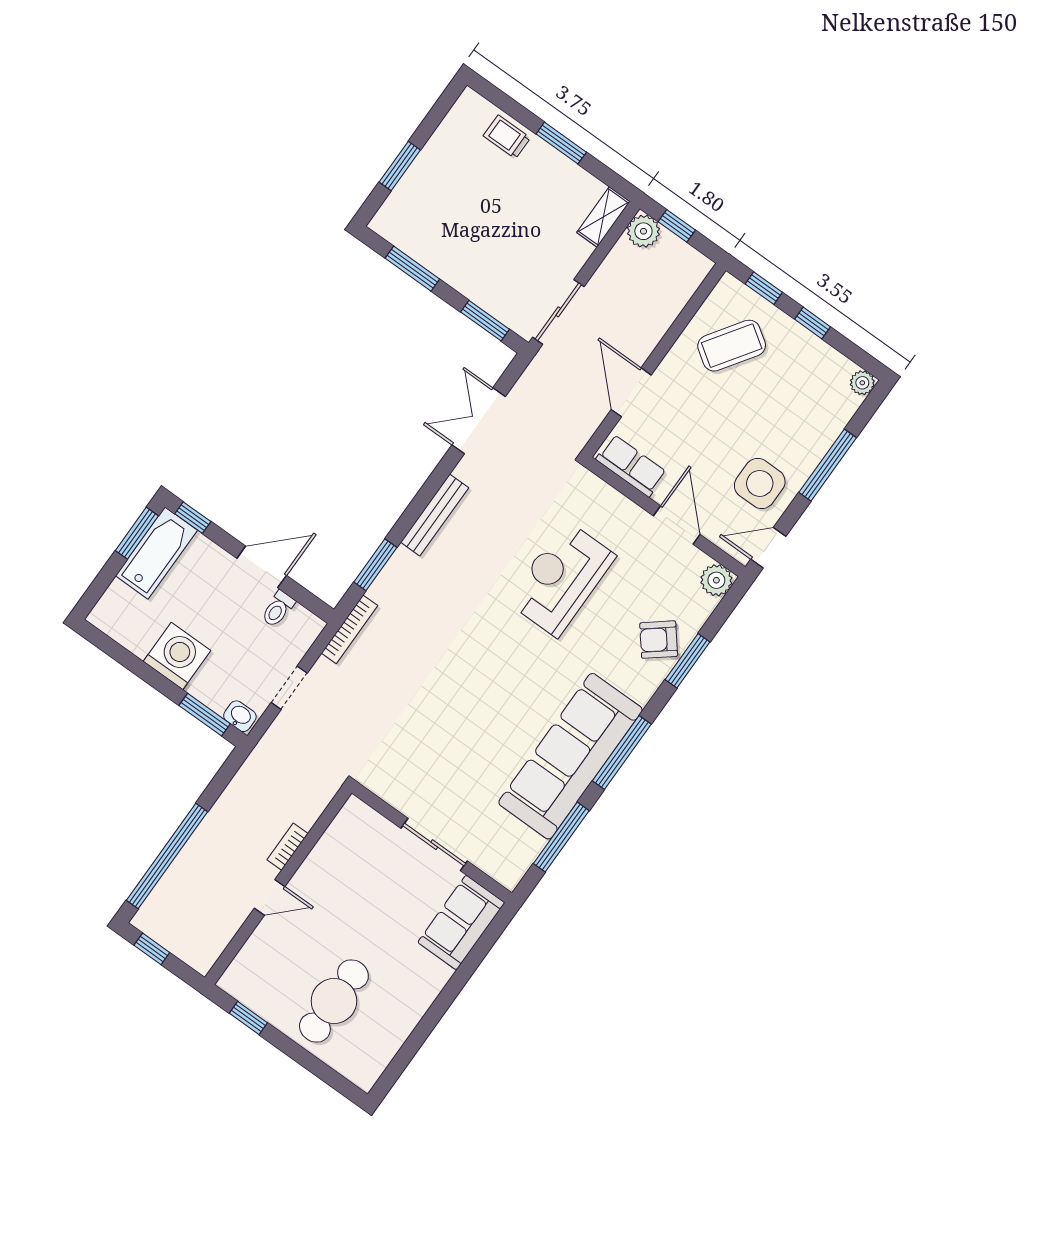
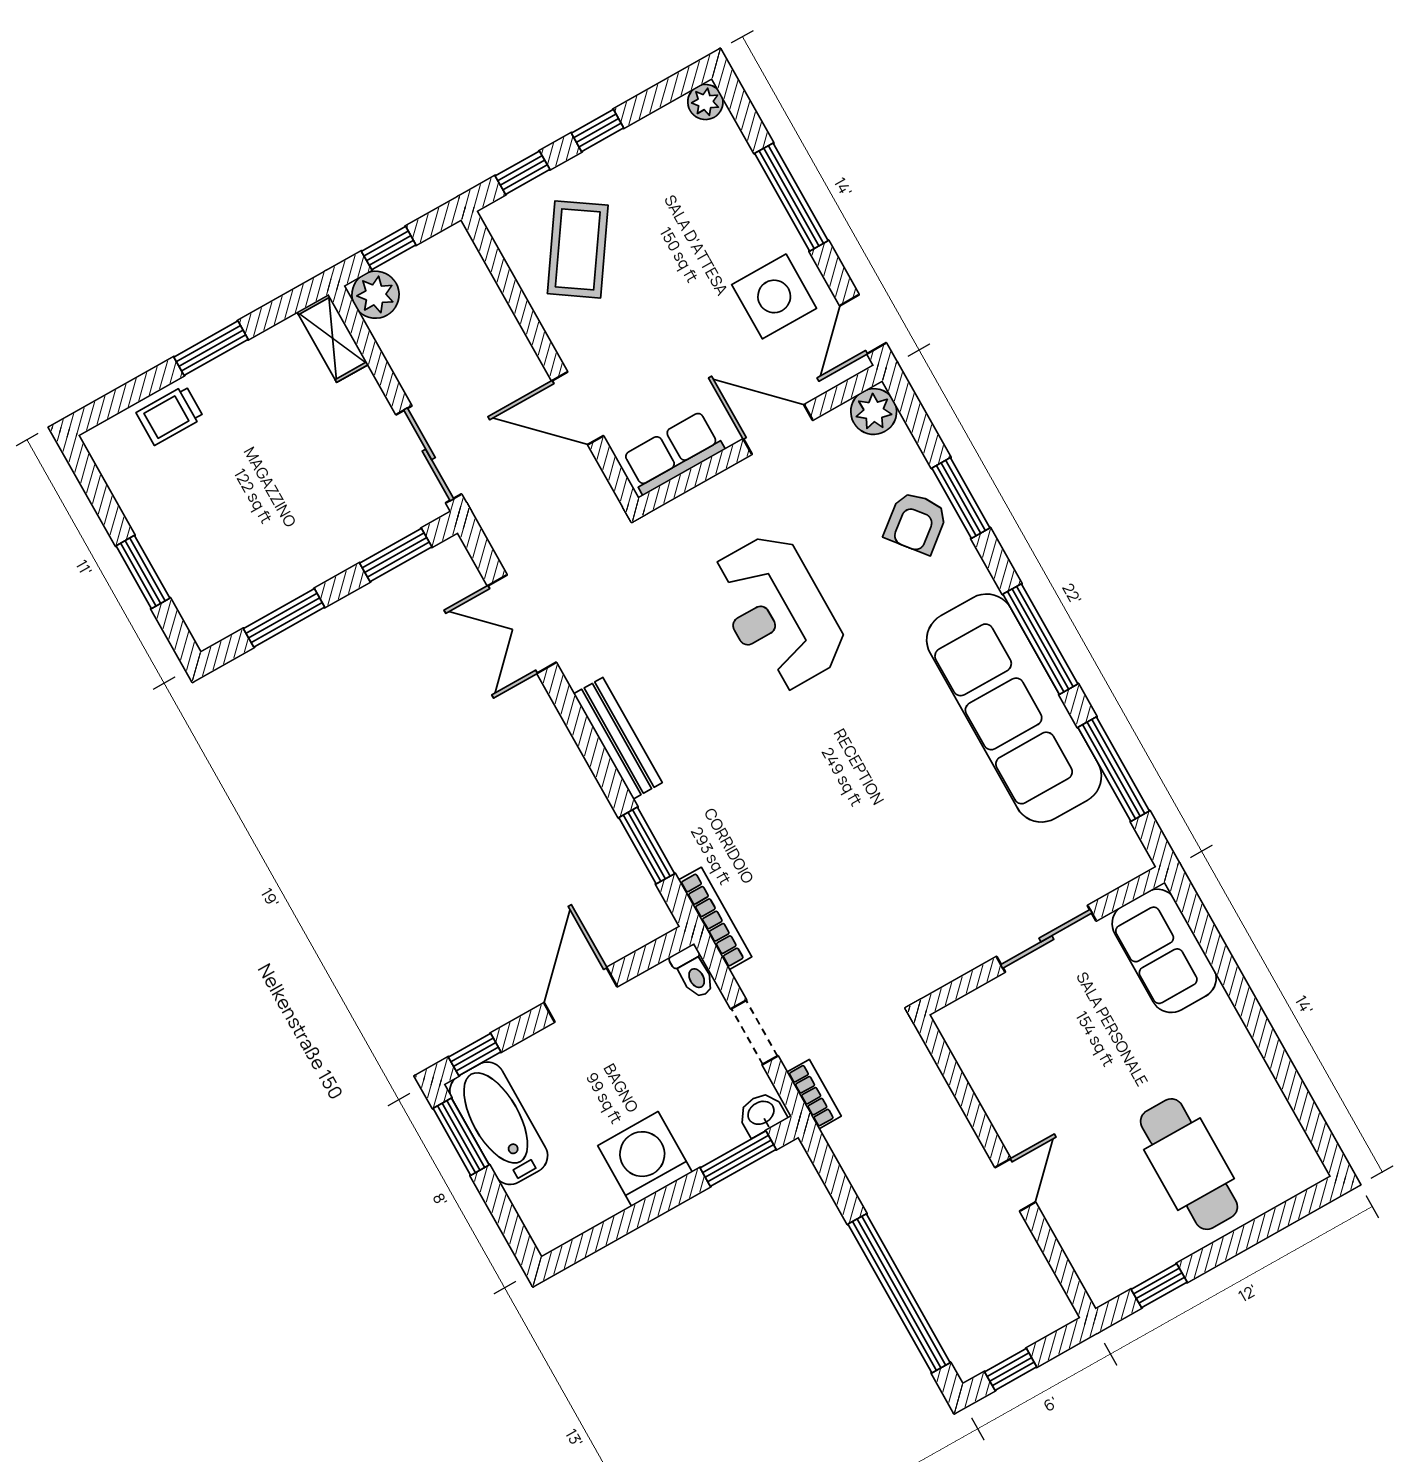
toilet: (278, 609) -> (693, 972), moved
bookcase: (288, 847) -> (814, 1094), moved, turned 180

